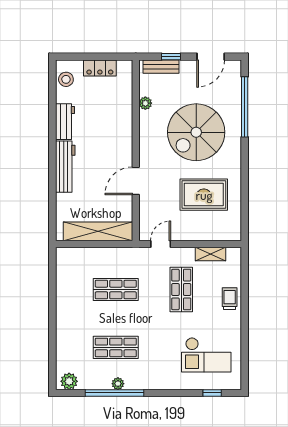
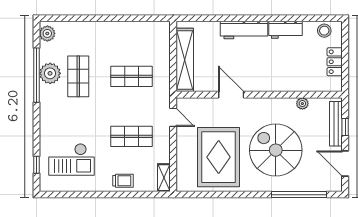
bench: (161, 67) -> (336, 124), width x1.36
rug: (204, 195) -> (219, 157), width x1.37, depth x1.44
shelving: (211, 254) -> (164, 178), moved
shop shelf: (116, 290) -> (131, 76), turned 90
checkout: (206, 355) -> (71, 159), turned -90
plant: (118, 384) -> (50, 73), width x1.88, depth x1.88

